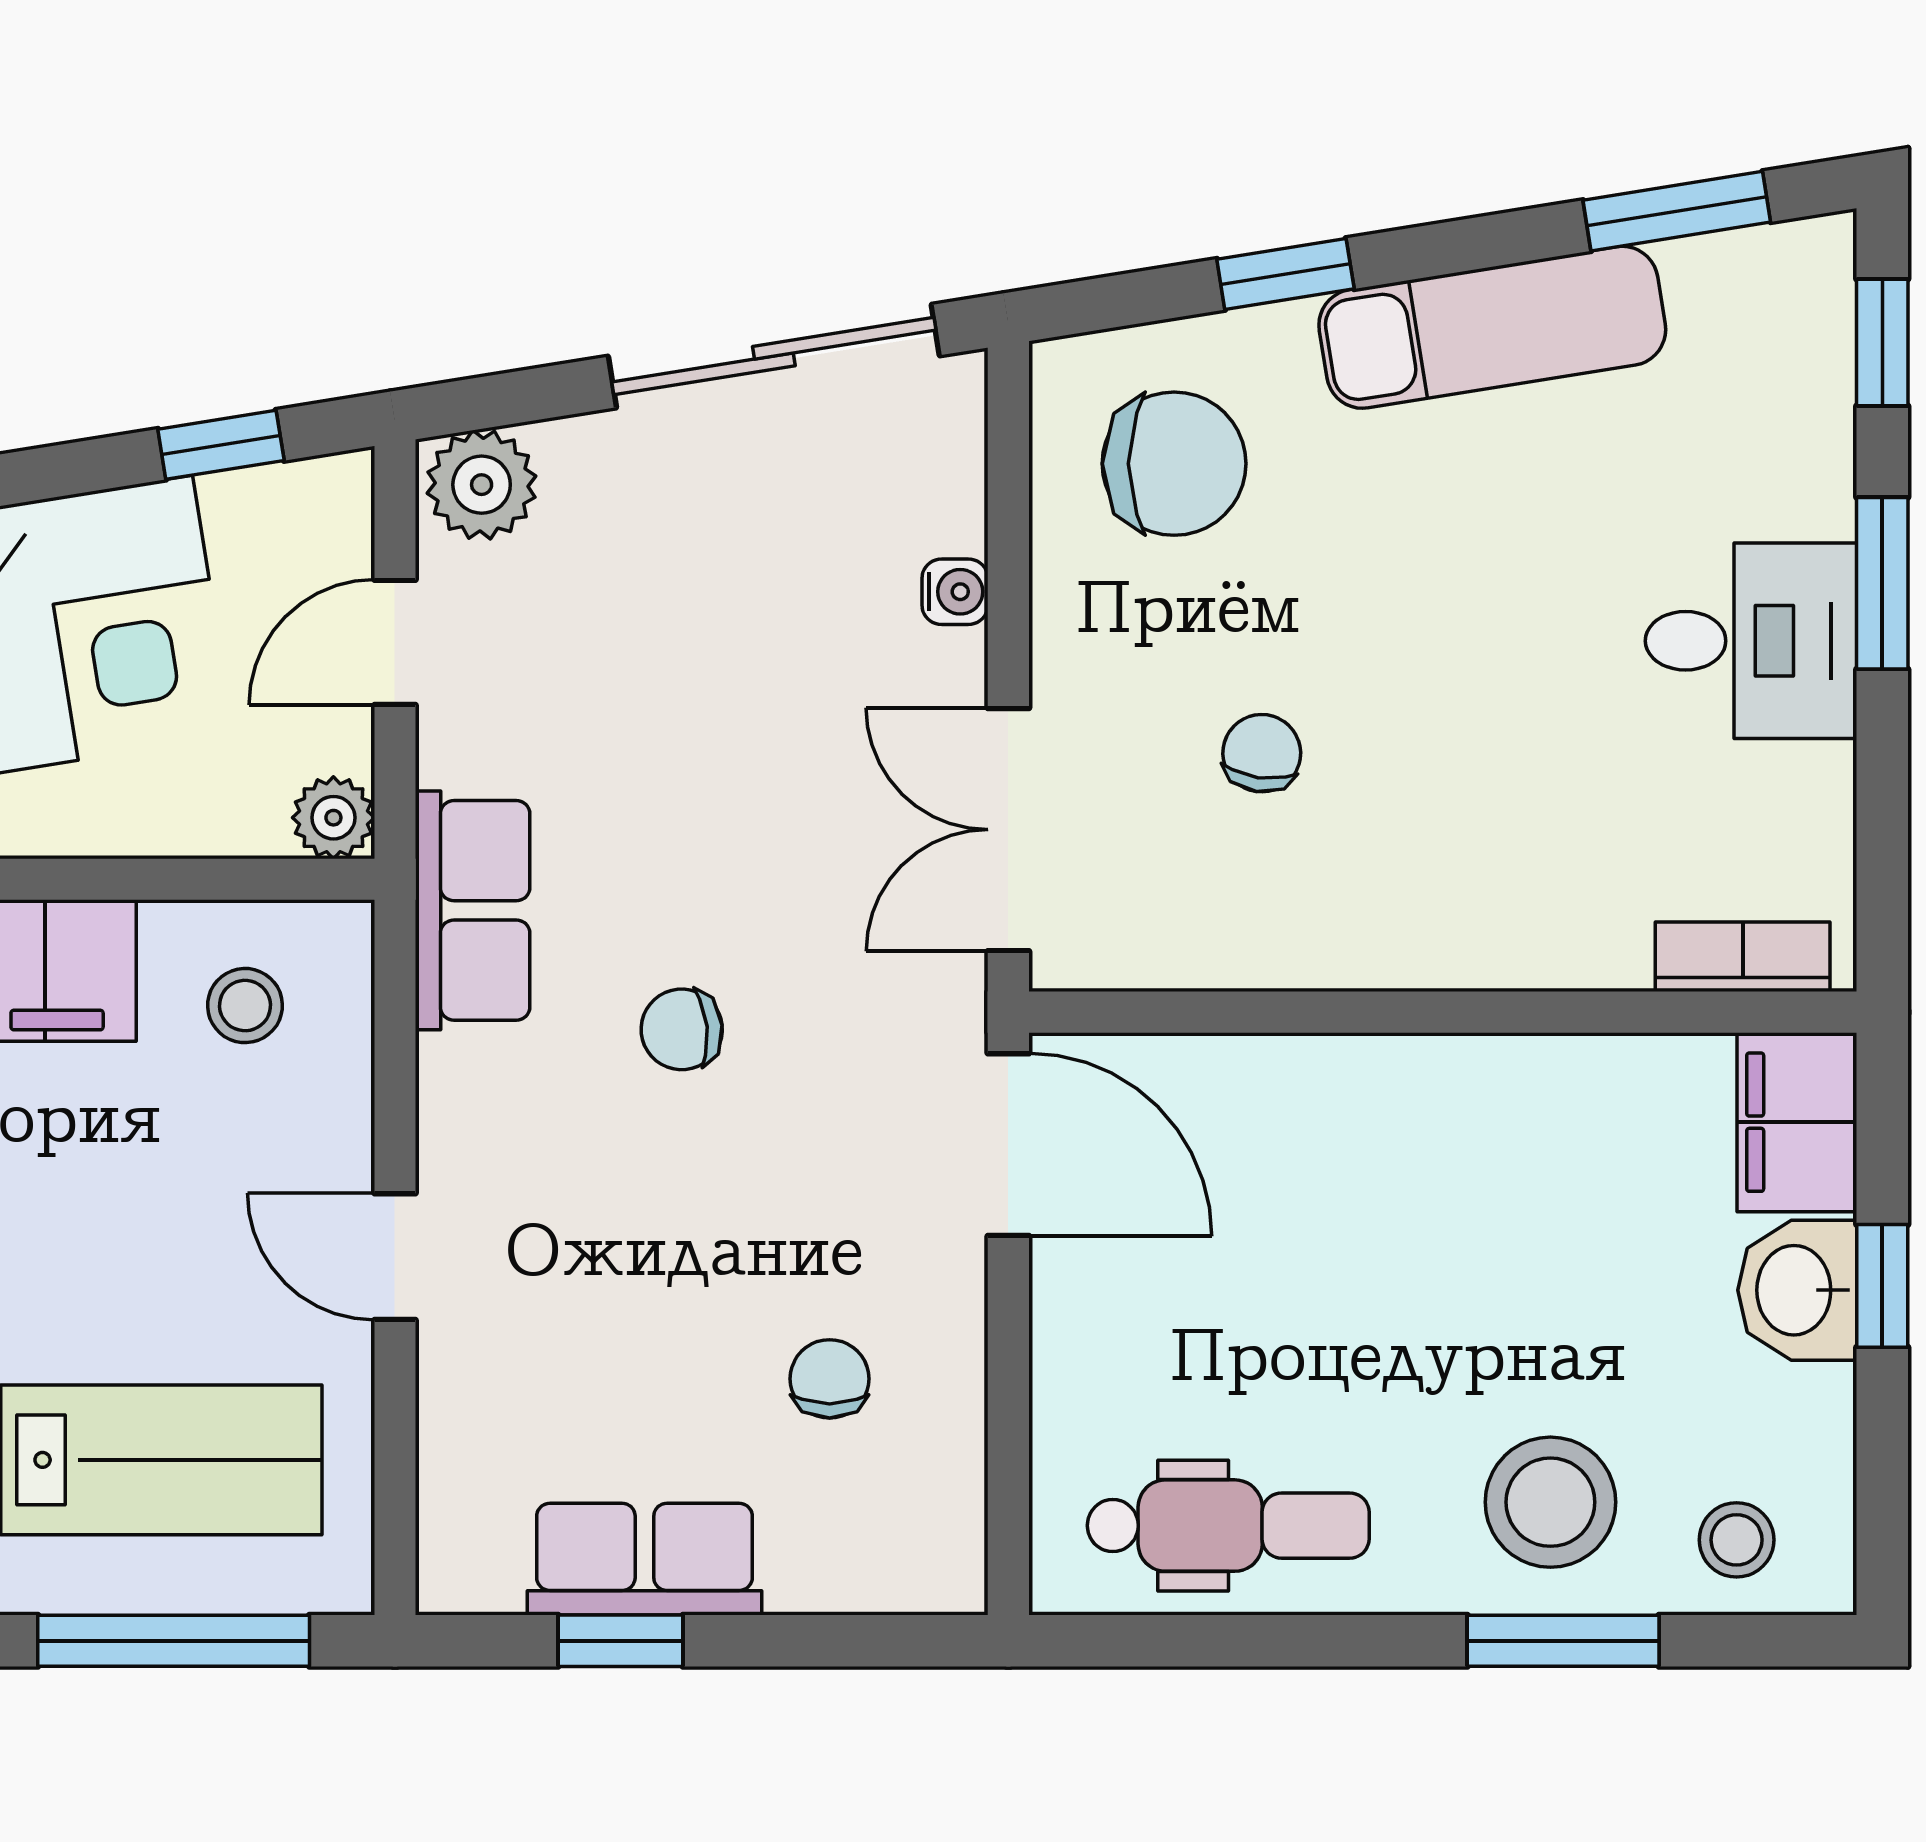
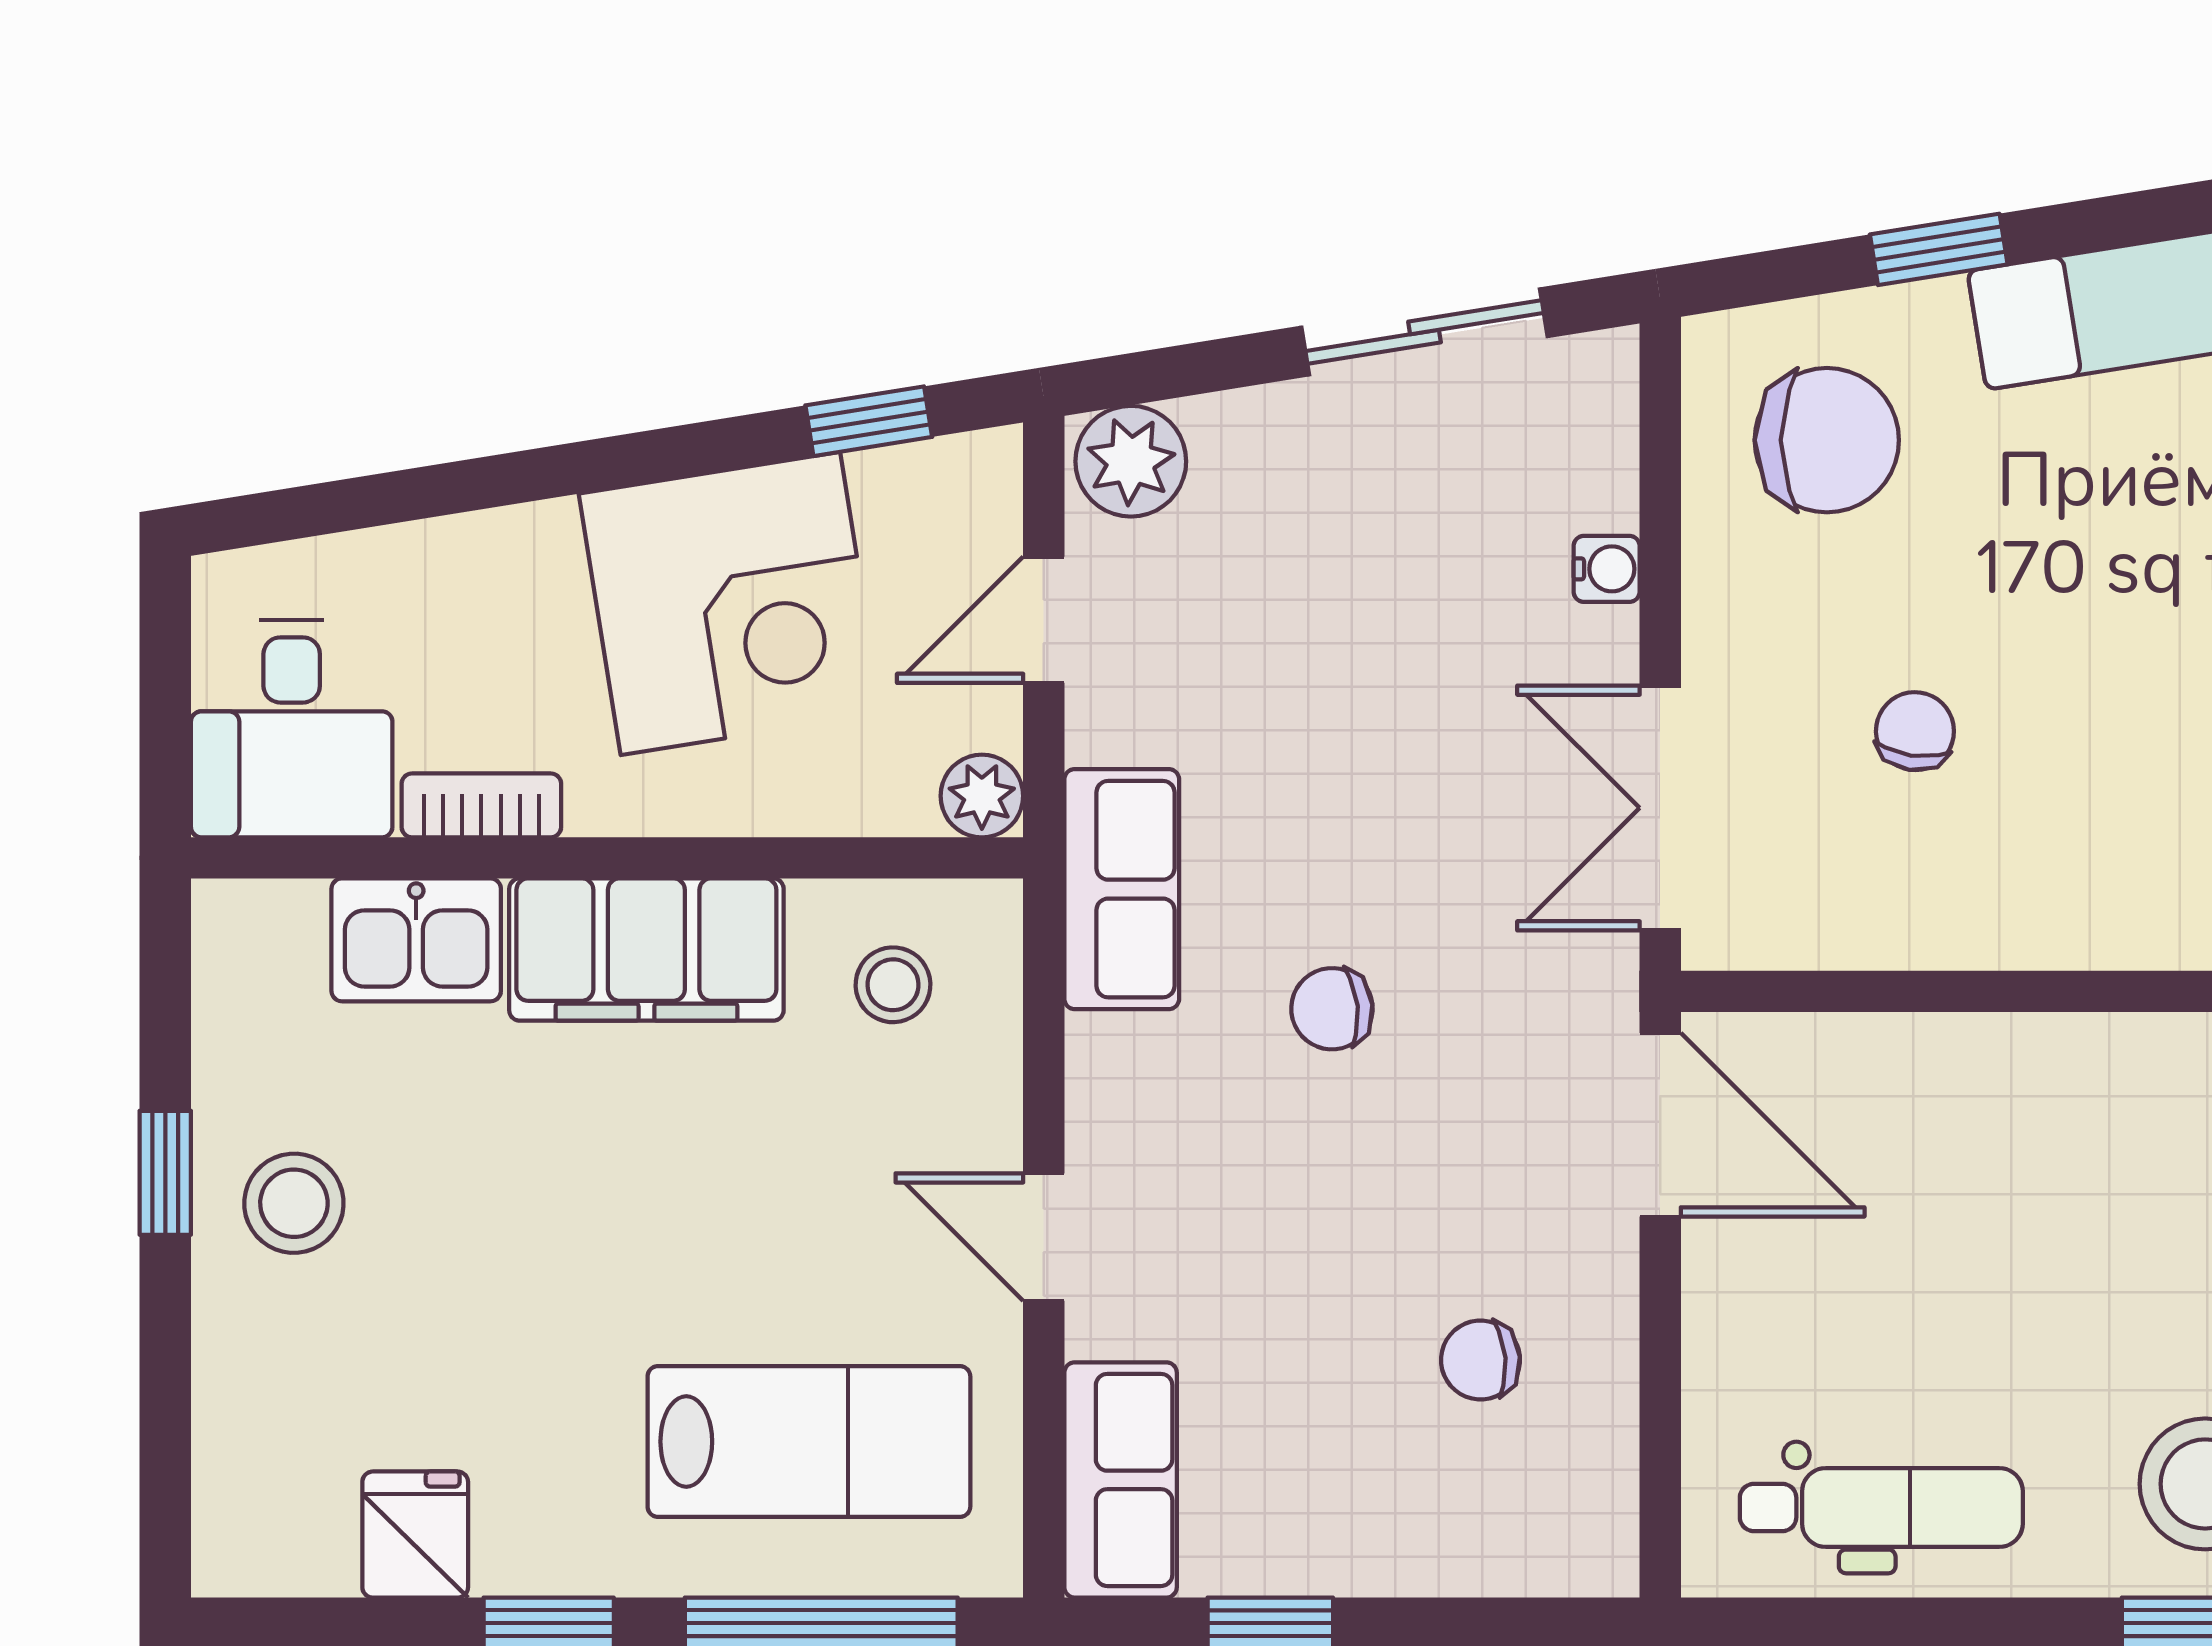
sliding door: (774, 356) -> (1425, 332), width x0.73
chair: (830, 1379) -> (1480, 1360), turned -95
row of seats: (644, 1559) -> (1121, 1480), moved, turned 90

